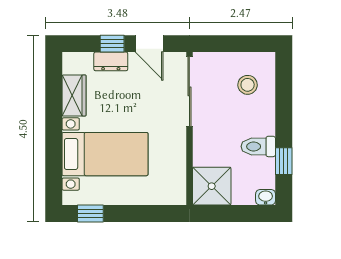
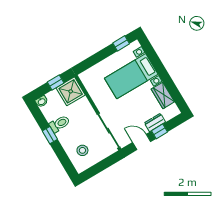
window: (284, 161) -> (50, 135), moved
window: (227, 214) -> (56, 82), added

